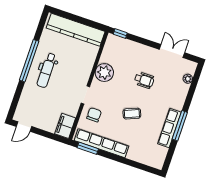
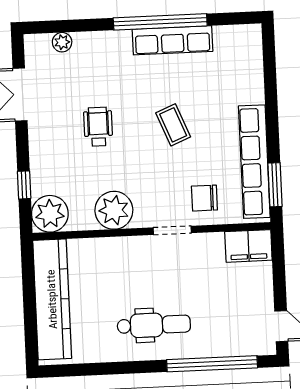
window: (120, 33) -> (24, 185), moved
plant: (114, 44) -> (50, 214), added
window: (29, 61) -> (212, 364), moved
window: (180, 126) -> (160, 22), width x1.46

